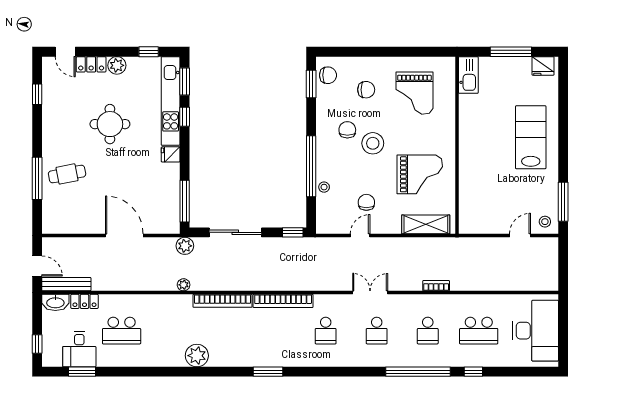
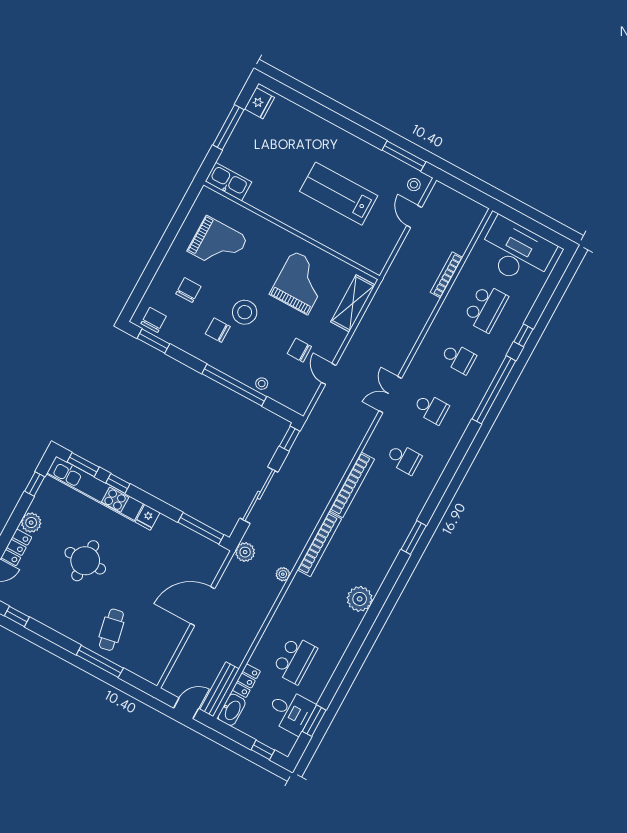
lab bench: (531, 137) -> (339, 194), moved
bookcase: (436, 286) -> (446, 275), moved, width x1.56

